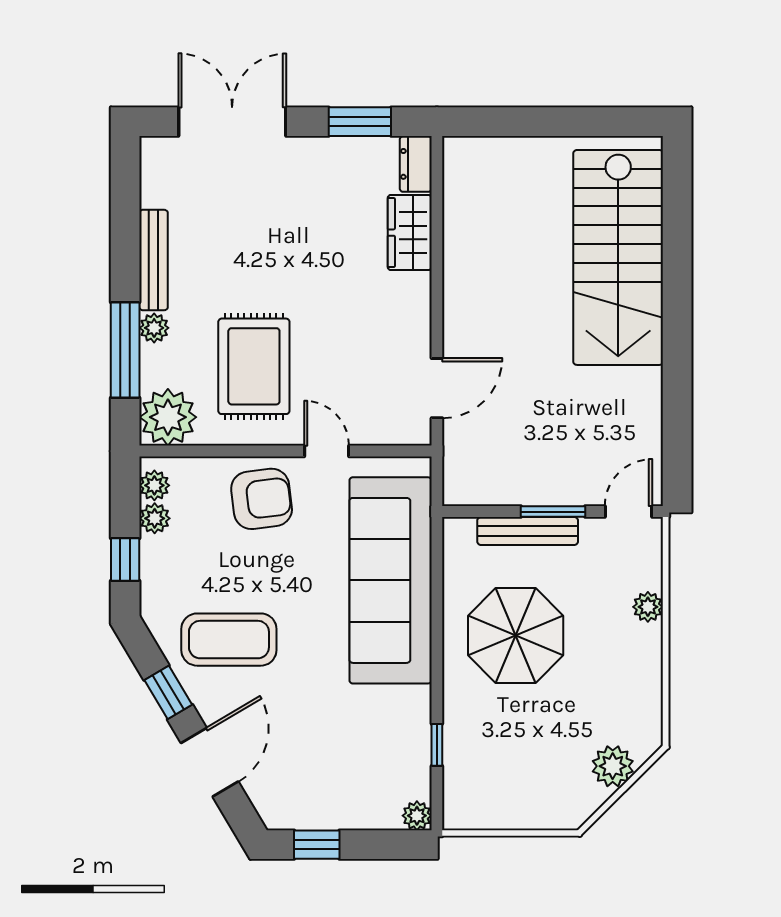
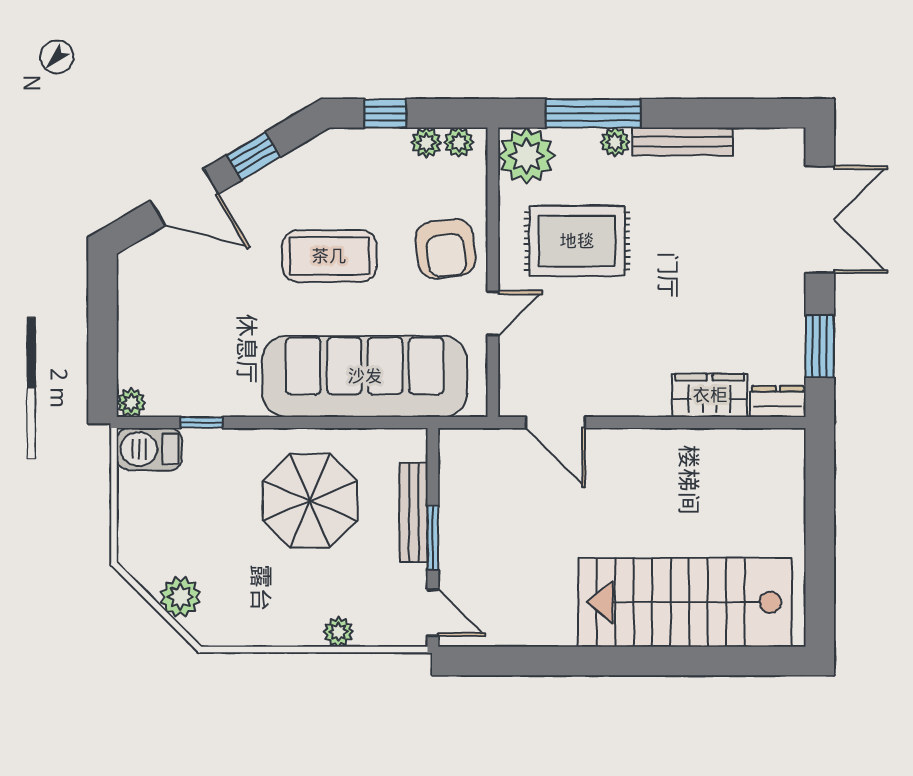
coffee table: (229, 640) -> (329, 256), moved, turned 90
barbecue: (464, 797) -> (149, 449), added
window: (317, 845) -> (103, 303), removed

